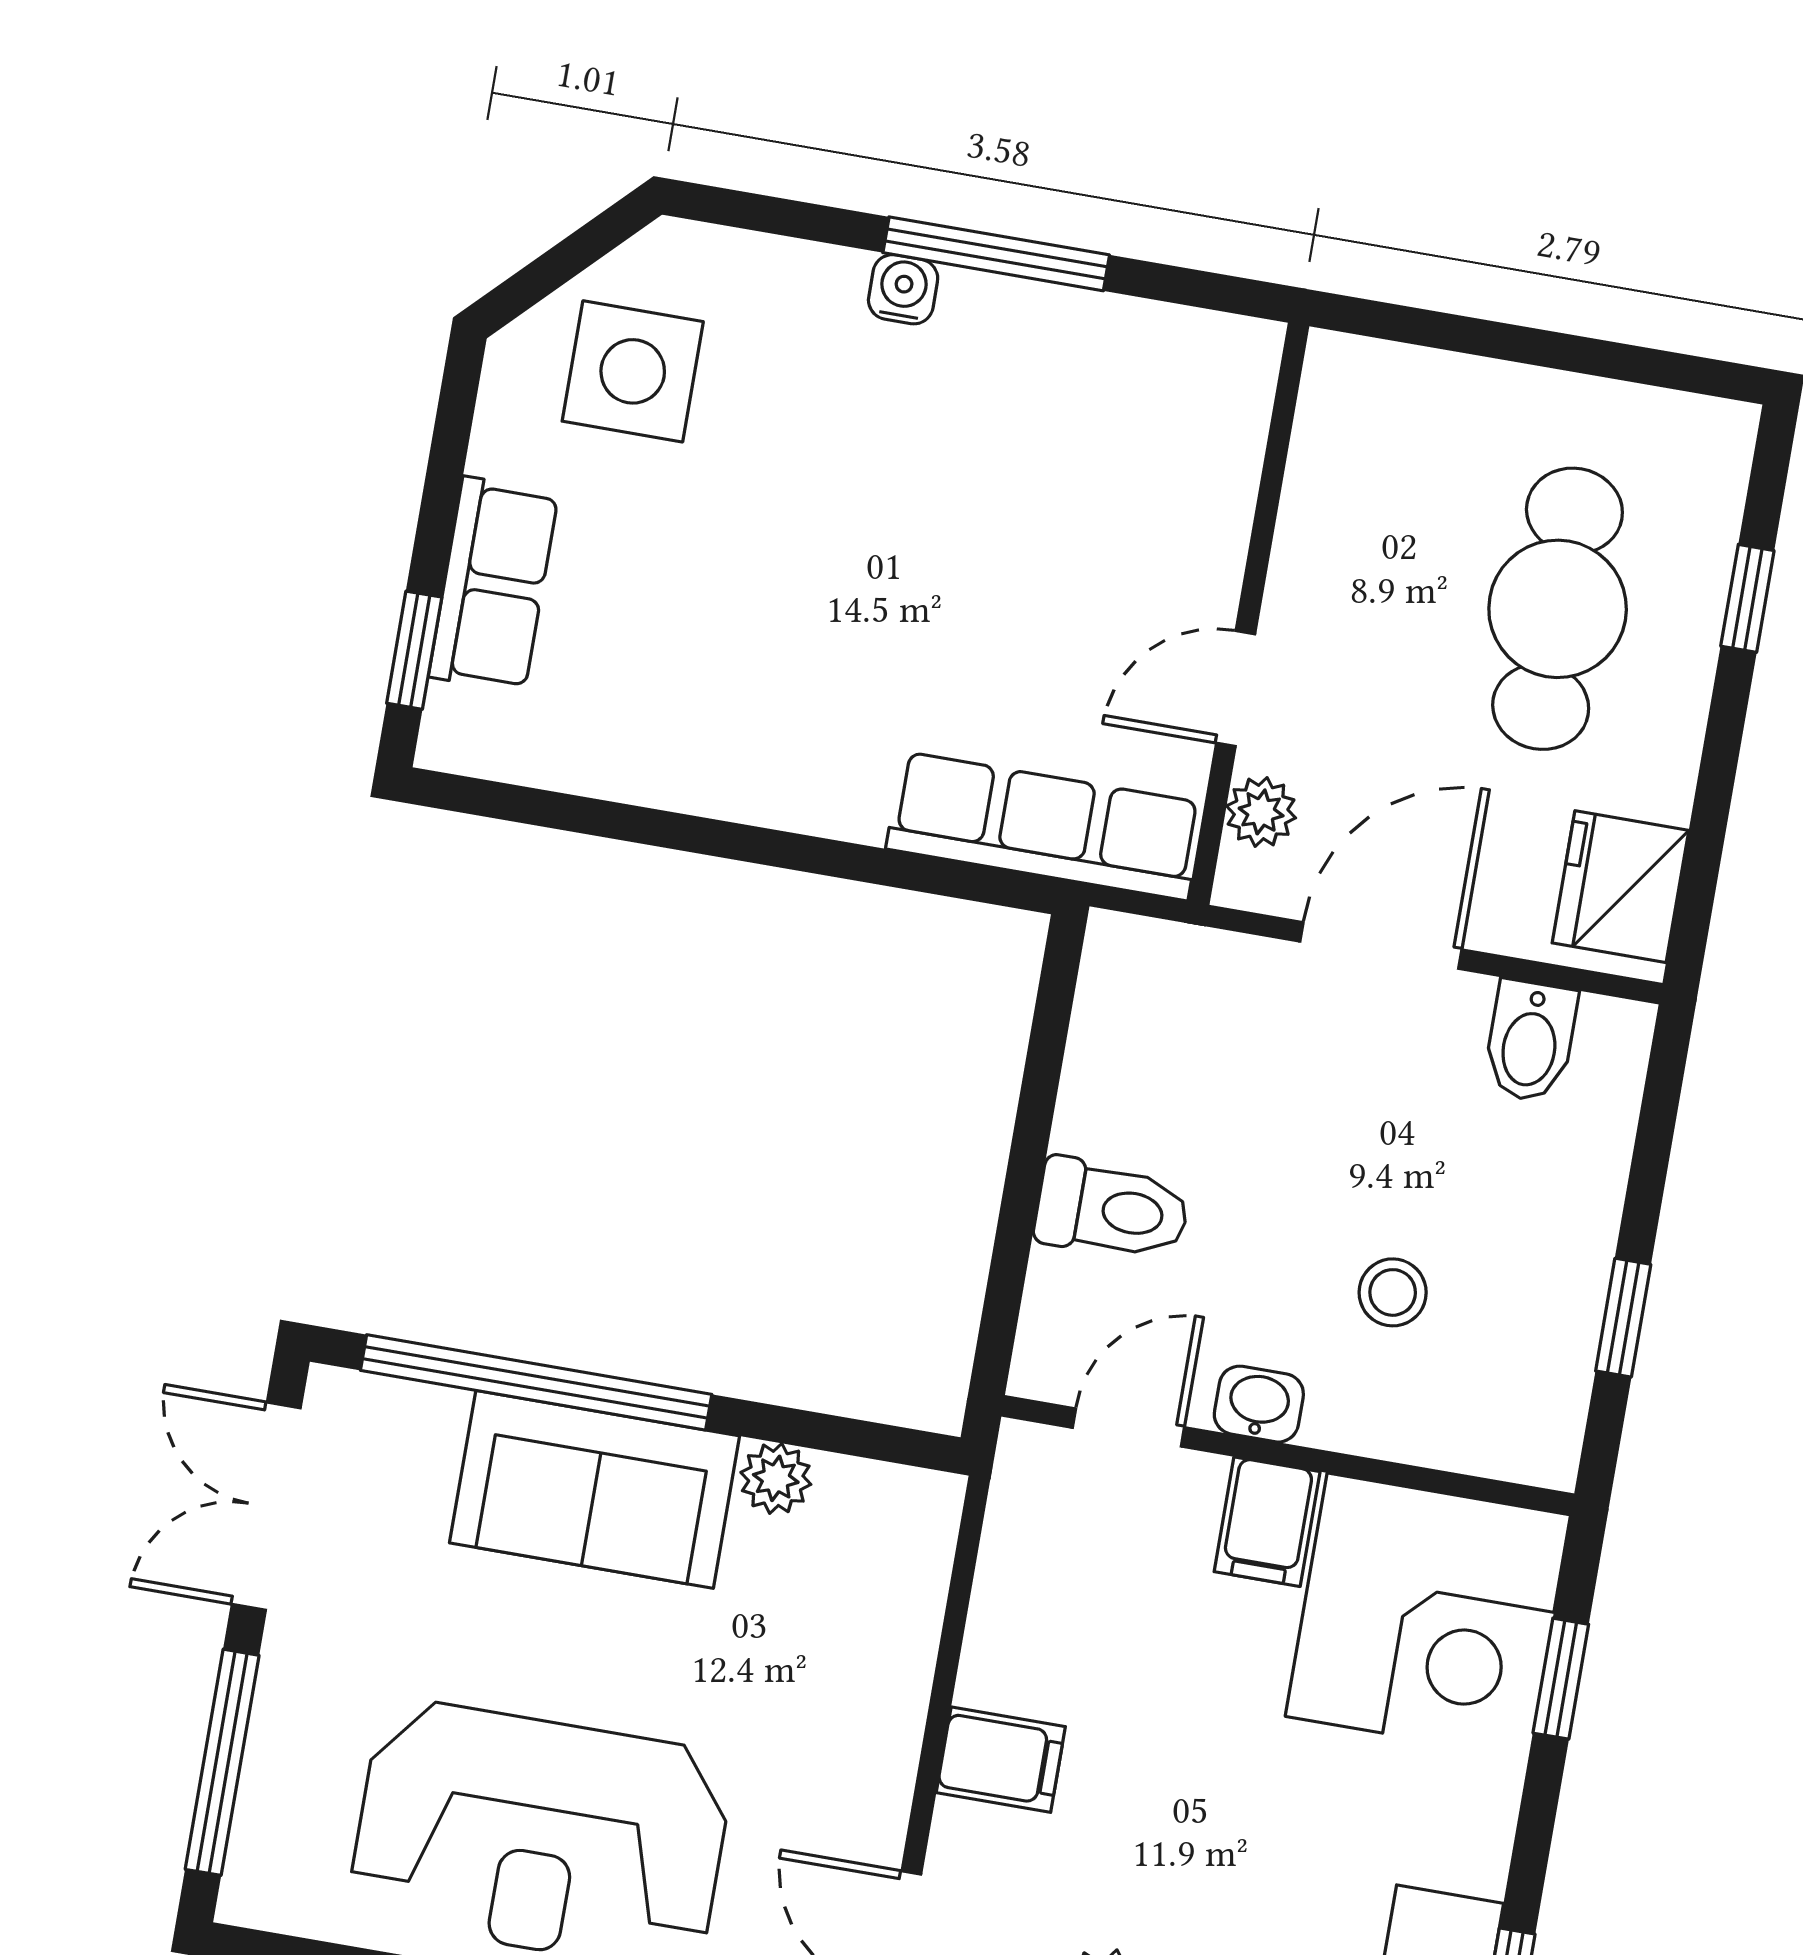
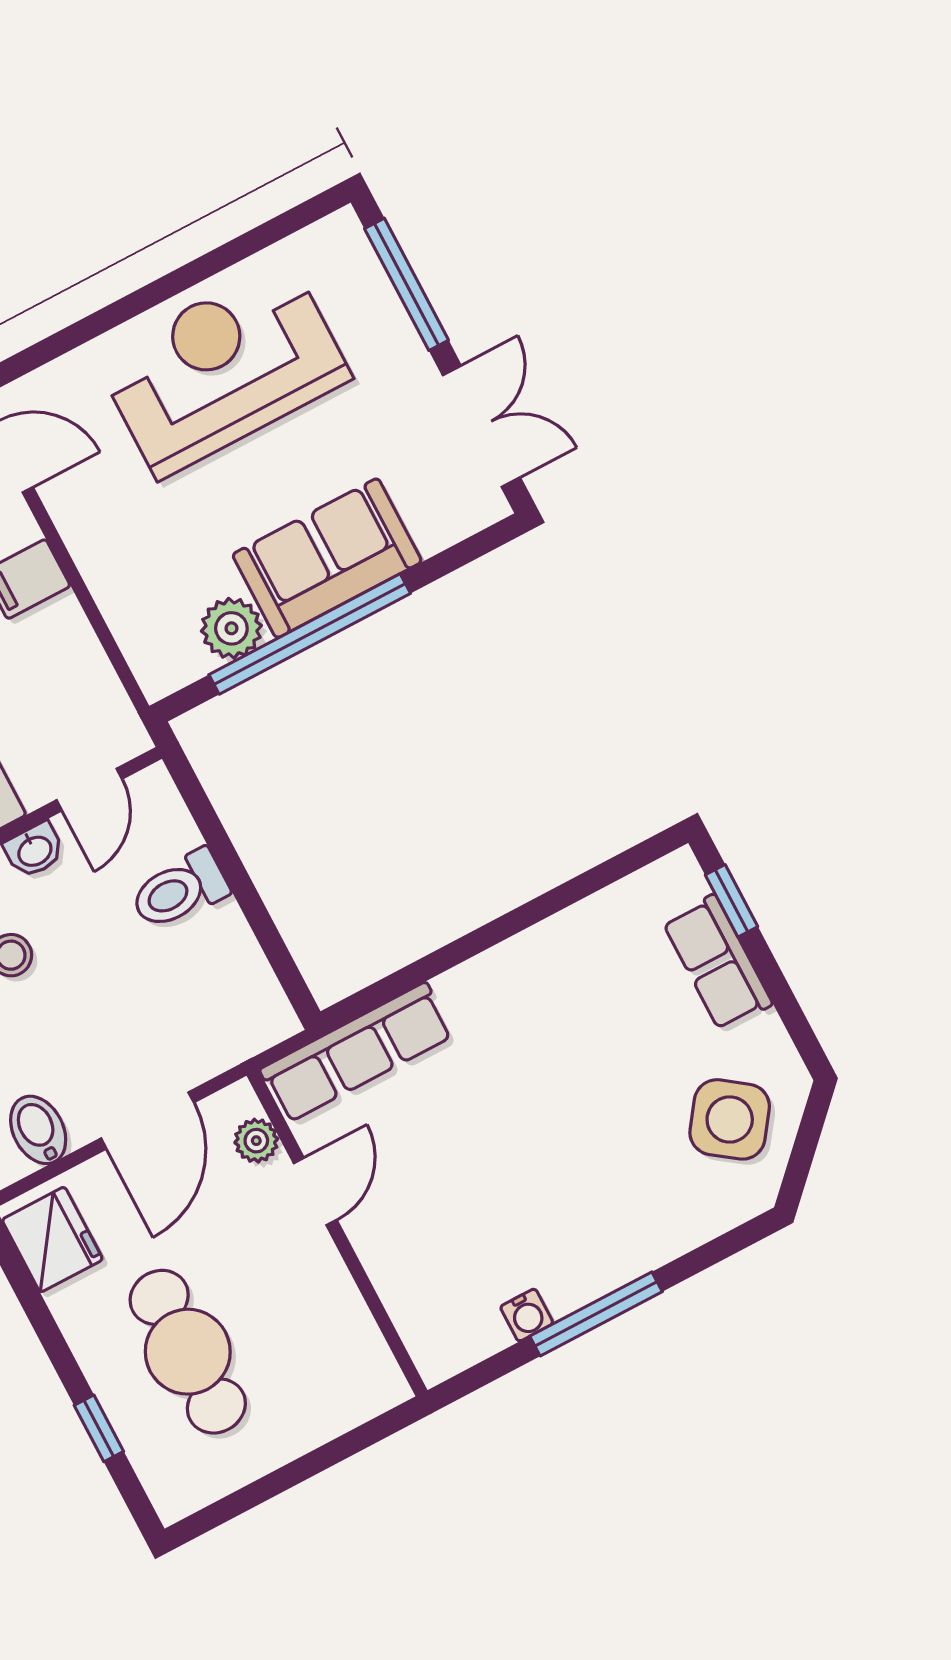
water cooler: (903, 289) -> (527, 1315), moved
side table: (633, 371) -> (730, 1119), turned 36
window: (536, 1382) -> (310, 634), moved
plant: (776, 1478) -> (231, 628), width x1.38, depth x1.38

